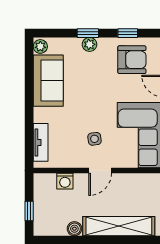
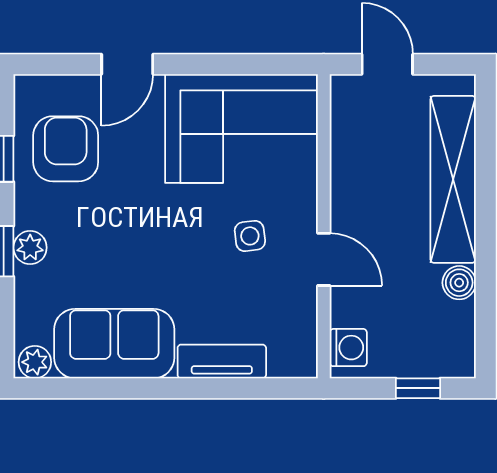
tv unit: (41, 142) -> (222, 361), moved
door: (100, 171) -> (324, 259), moved
washing machine: (65, 181) -> (348, 348), moved

